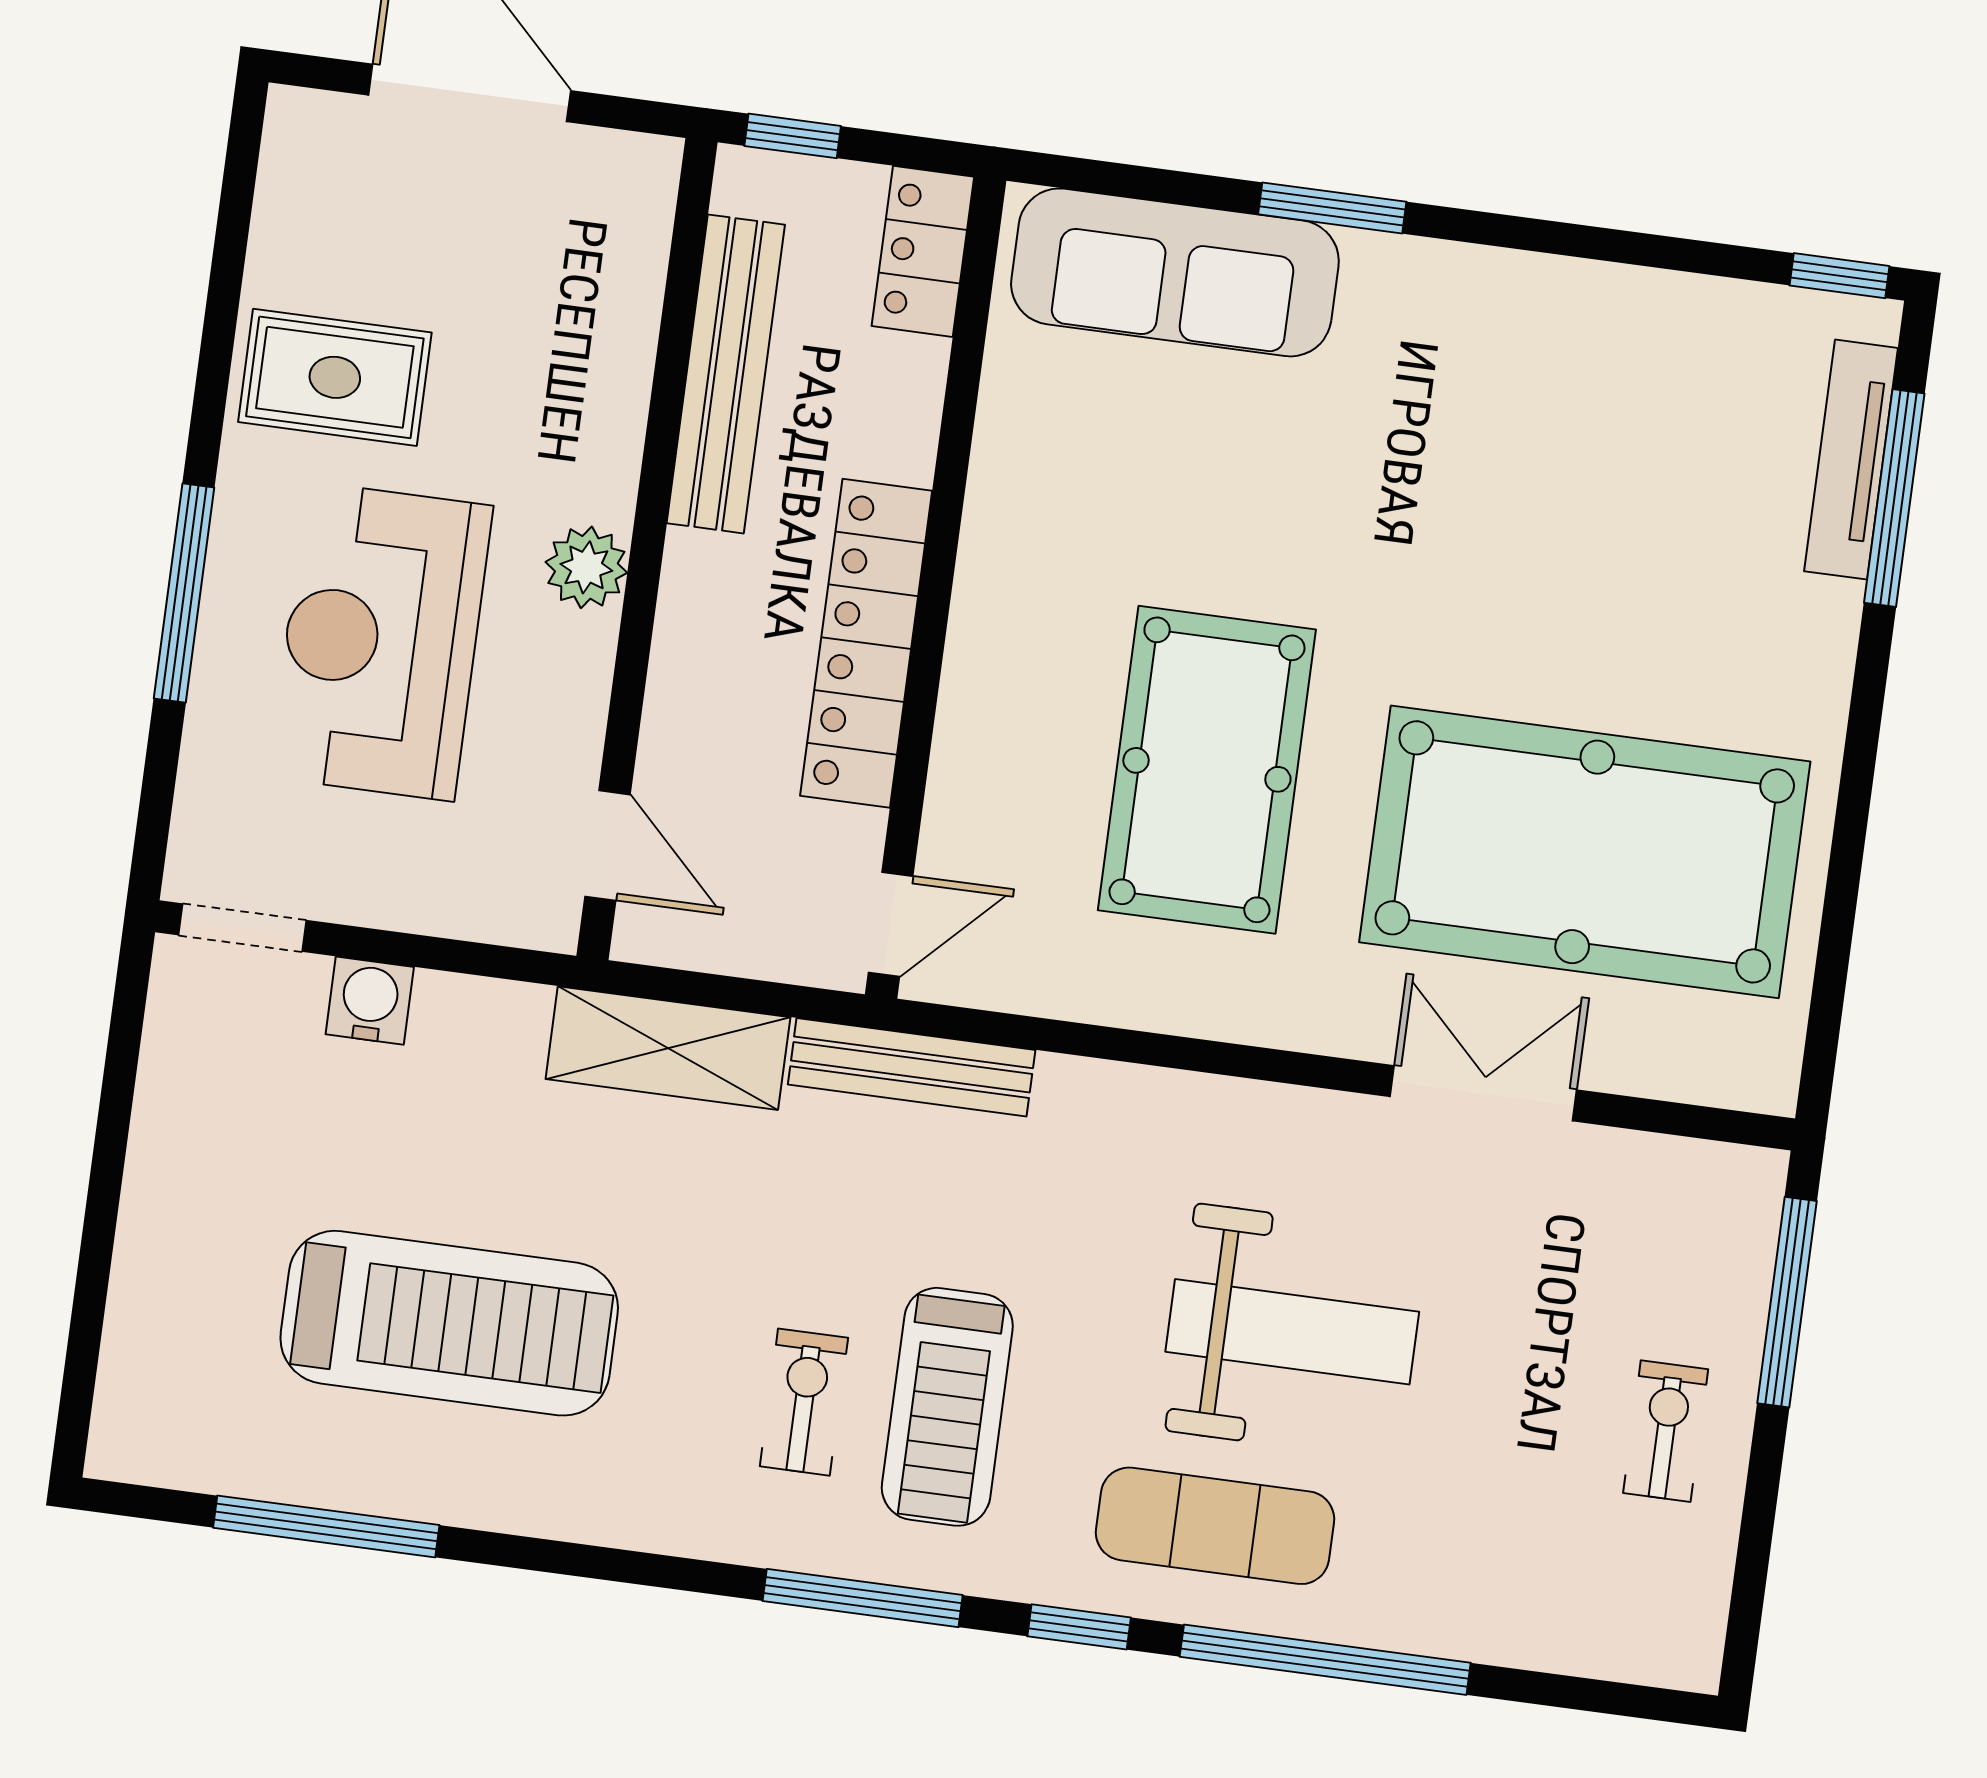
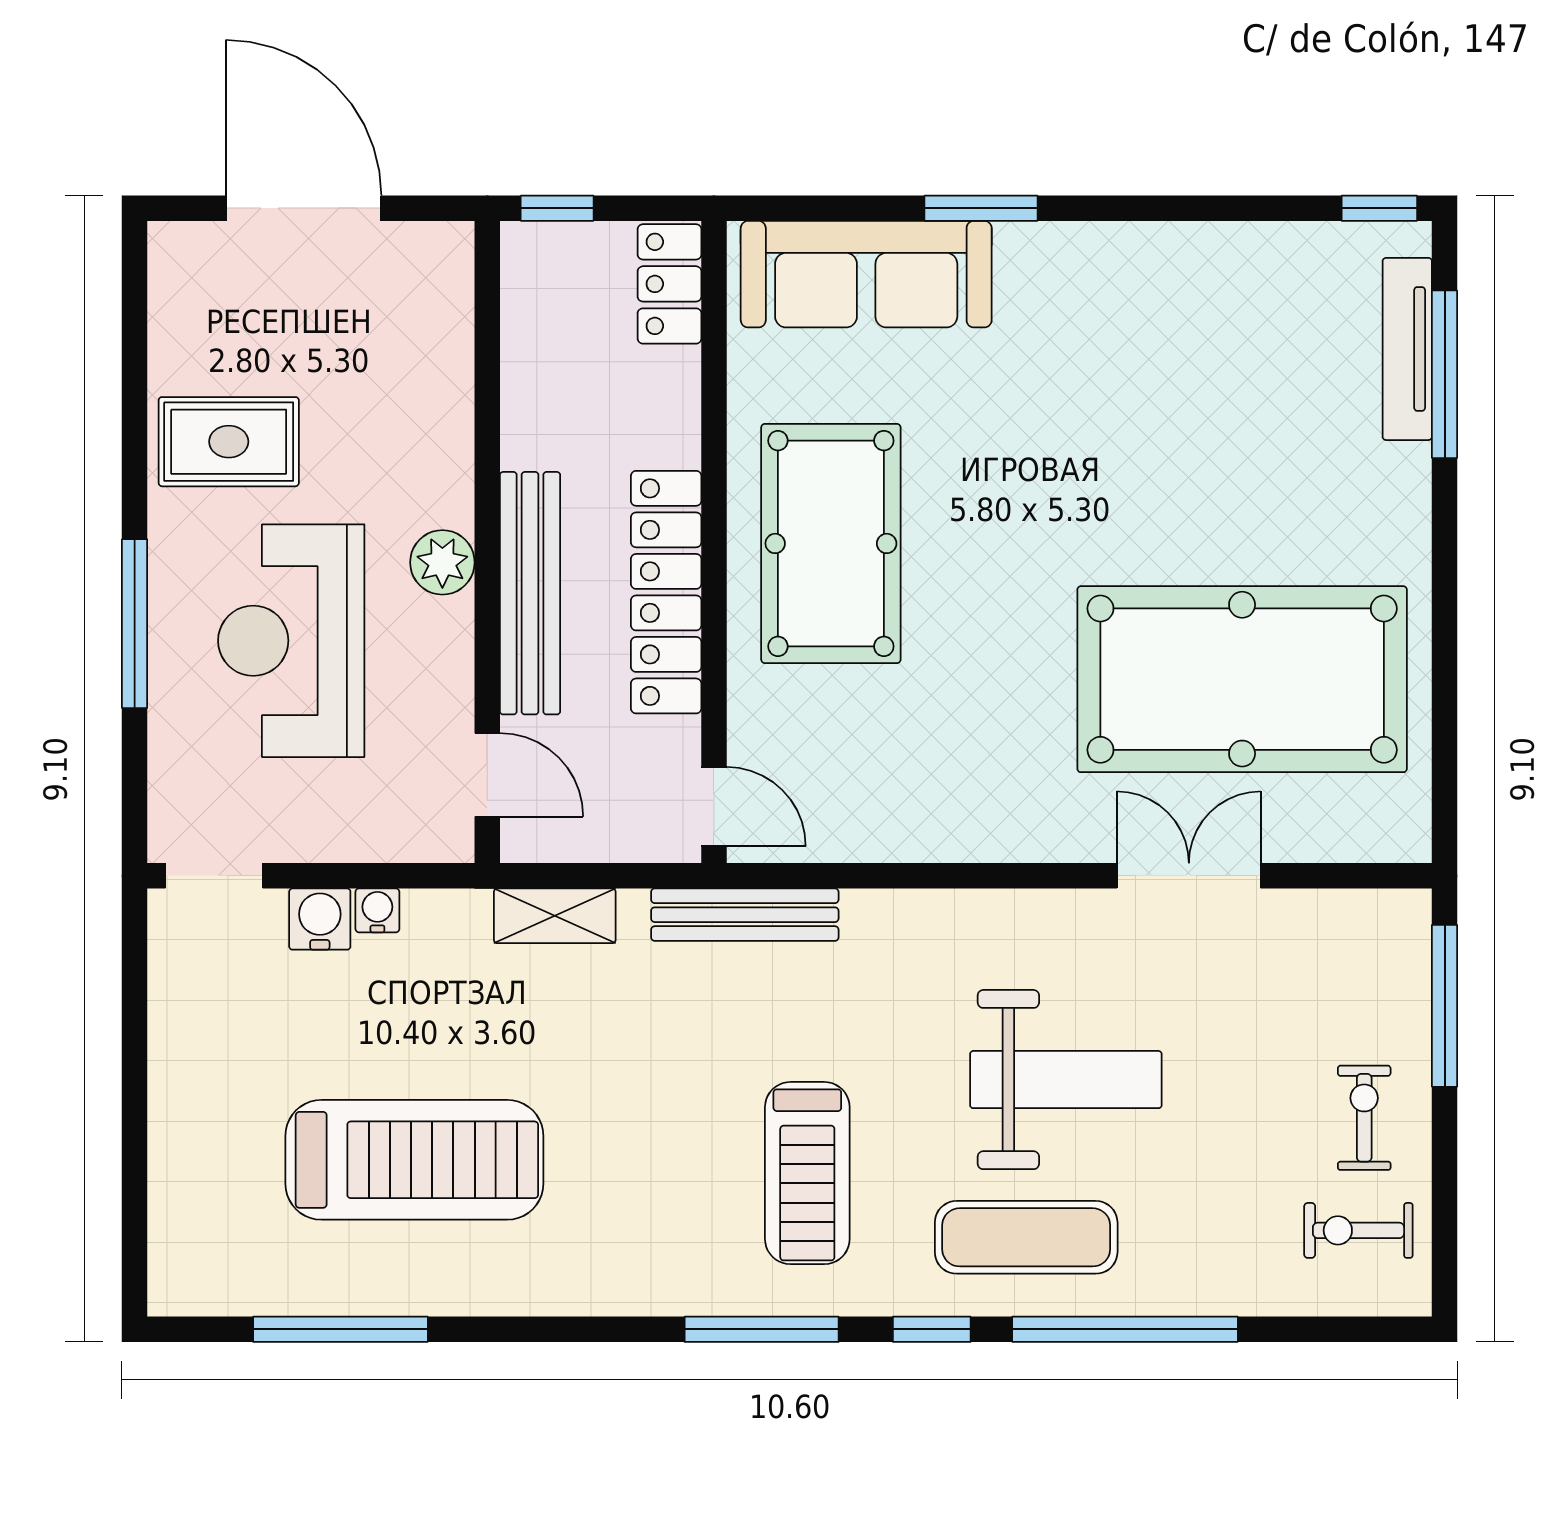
bench: (726, 374) -> (530, 593), moved
pool table: (1207, 770) -> (831, 543), moved
door: (891, 924) -> (714, 806), hinge flipped
water cooler: (445, 999) -> (377, 910), added
shelving: (668, 1048) -> (555, 916), width x0.67, depth x0.75
exercise bike: (804, 1402) -> (1358, 1230), moved, turned -90

